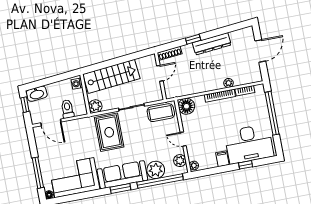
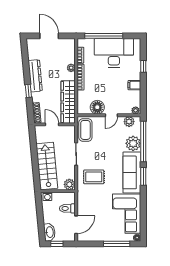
wardrobe: (189, 87) -> (68, 102), added
floor lamp: (186, 106) -> (97, 107), moved
rug: (109, 132) -> (94, 177), width x0.73, depth x0.70
desk: (249, 144) -> (114, 53), moved, turned -90

